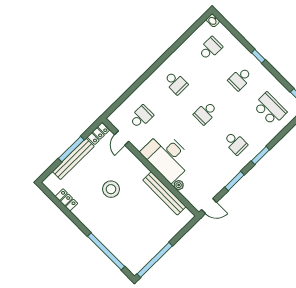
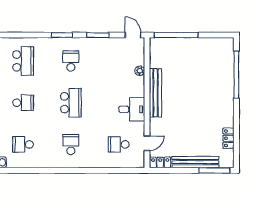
school desk: (270, 109) -> (23, 61), turned 180
school desk: (206, 113) -> (71, 103), width x1.85
window: (71, 149) -> (214, 170), moved
desk: (167, 156) -> (132, 109), width x0.53, depth x0.77
stool: (111, 189) -> (190, 115), removed
bench: (164, 193) -> (155, 93), moved
window: (155, 260) -> (176, 35), moved

